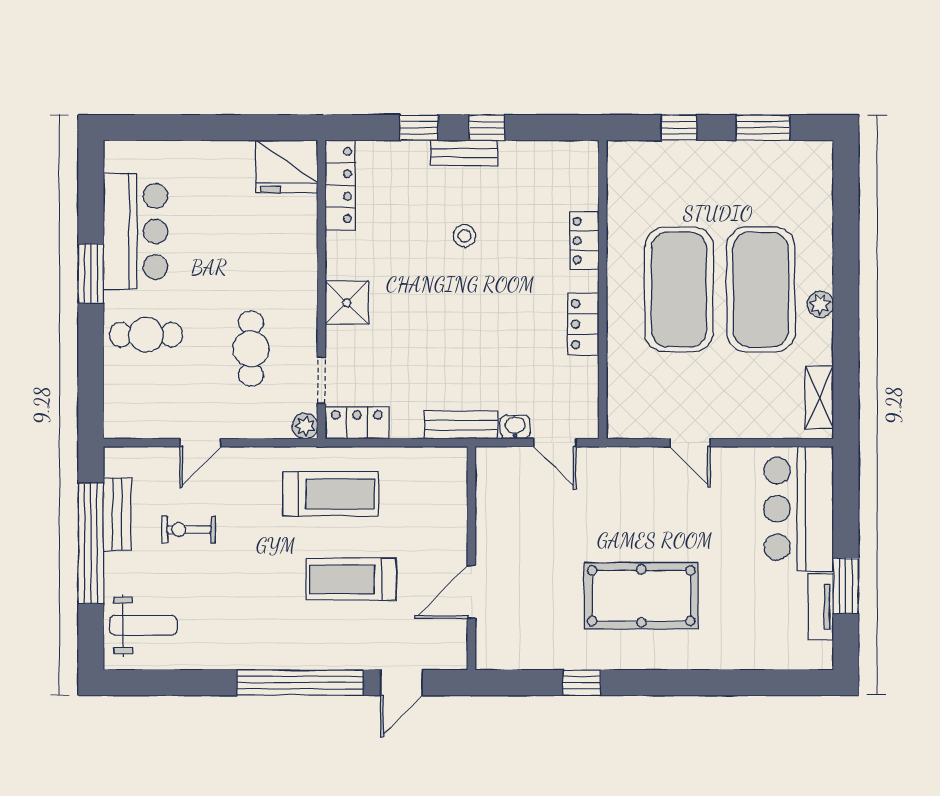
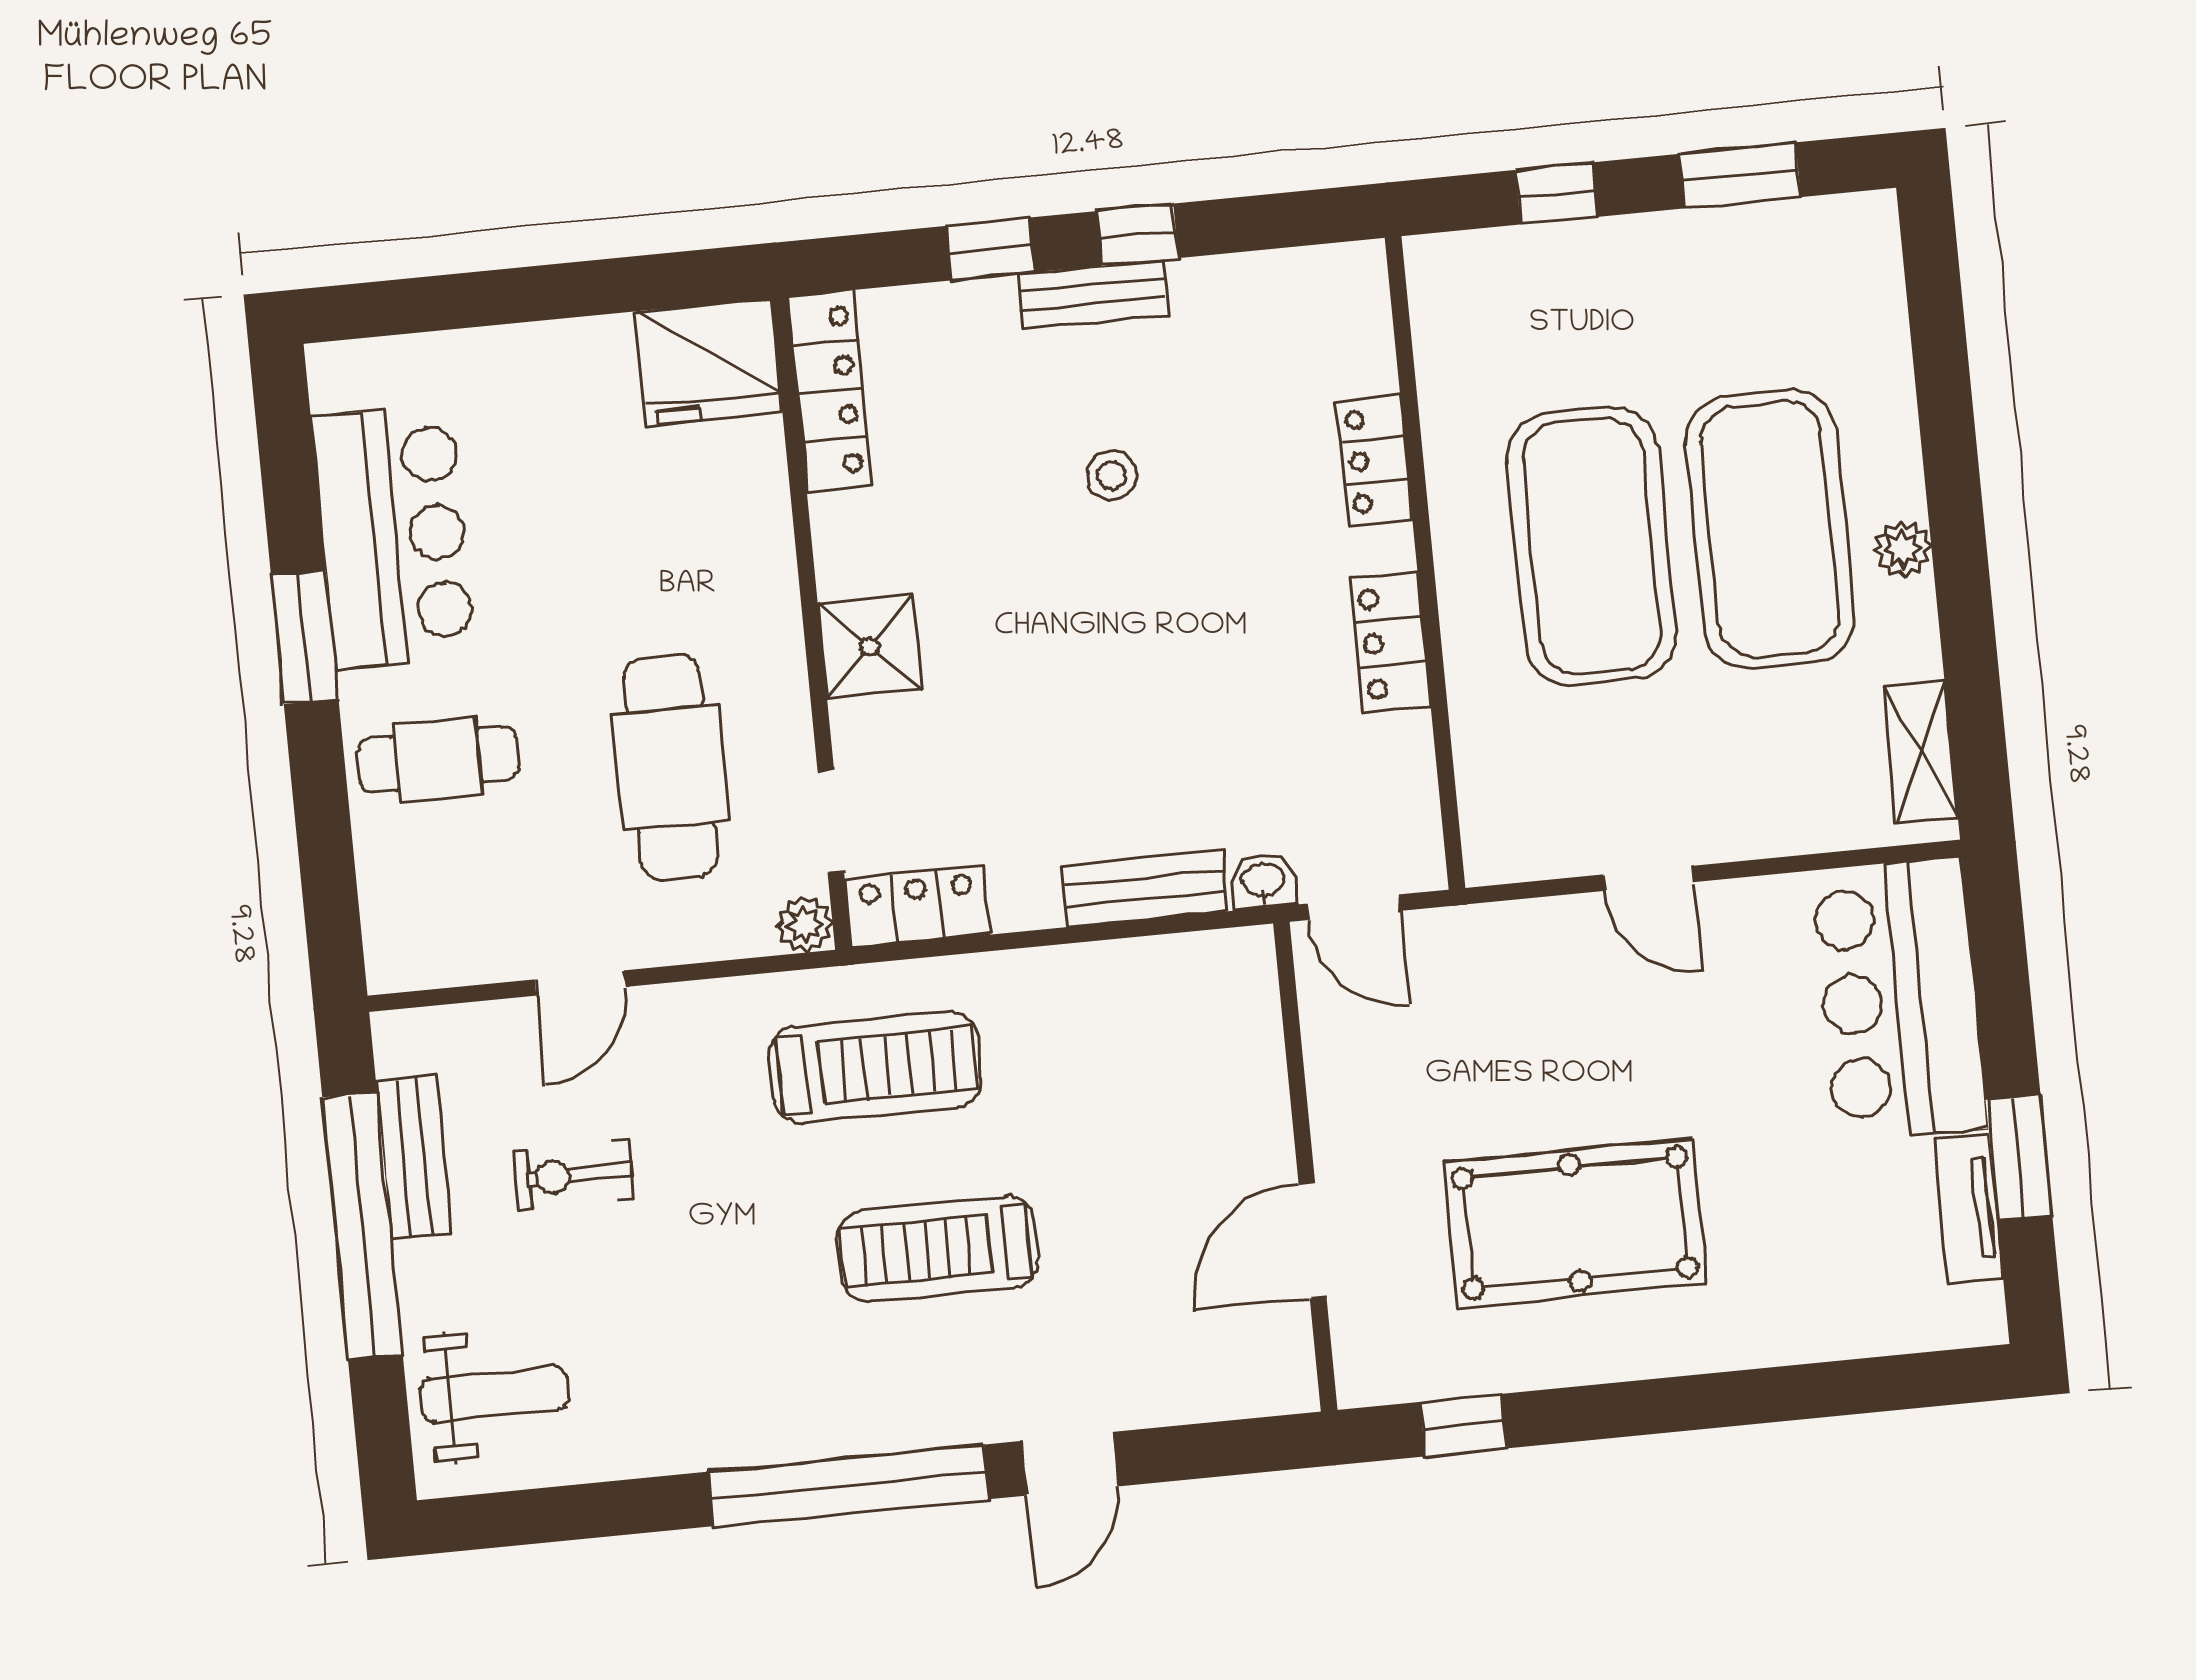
cafe table: (251, 349) -> (670, 767), width x1.37, depth x1.35
wall: (471, 558) -> (1305, 1167), moved
door: (471, 592) -> (1312, 1240), moved

